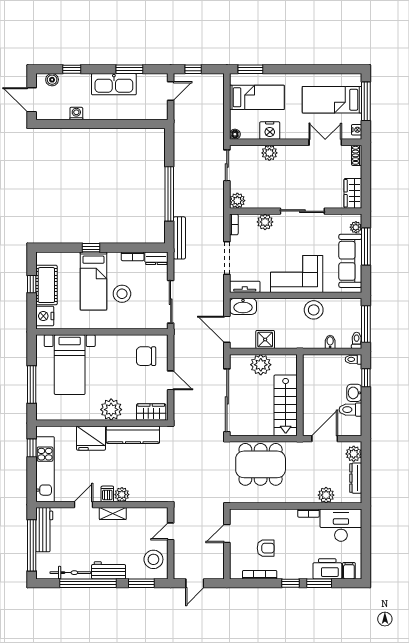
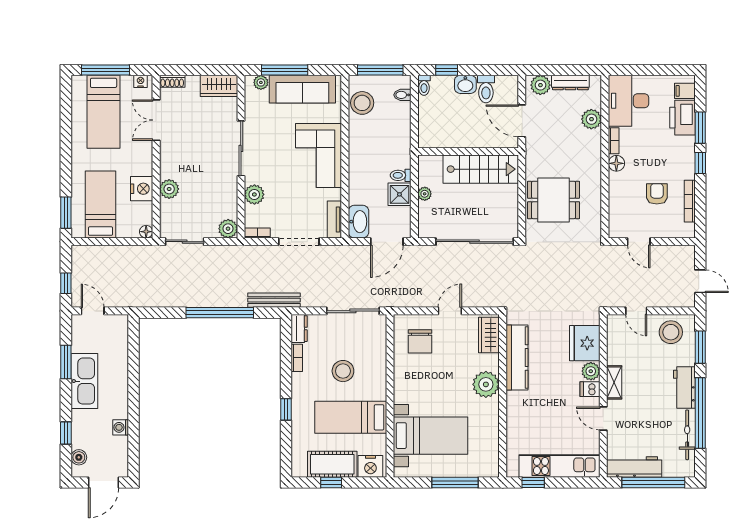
bed: (93, 281) -> (351, 417), moved, turned 180
stool: (314, 310) -> (362, 103), moved
toilet: (357, 340) -> (401, 175), moved
bidet: (330, 342) -> (402, 95), moved
plant: (261, 365) -> (425, 194), width x0.53, depth x0.53
fridge: (91, 438) -> (585, 343), moved, turned 180
dining table: (261, 464) -> (554, 200), width x0.73
floor lamp: (290, 515) -> (616, 163), added

